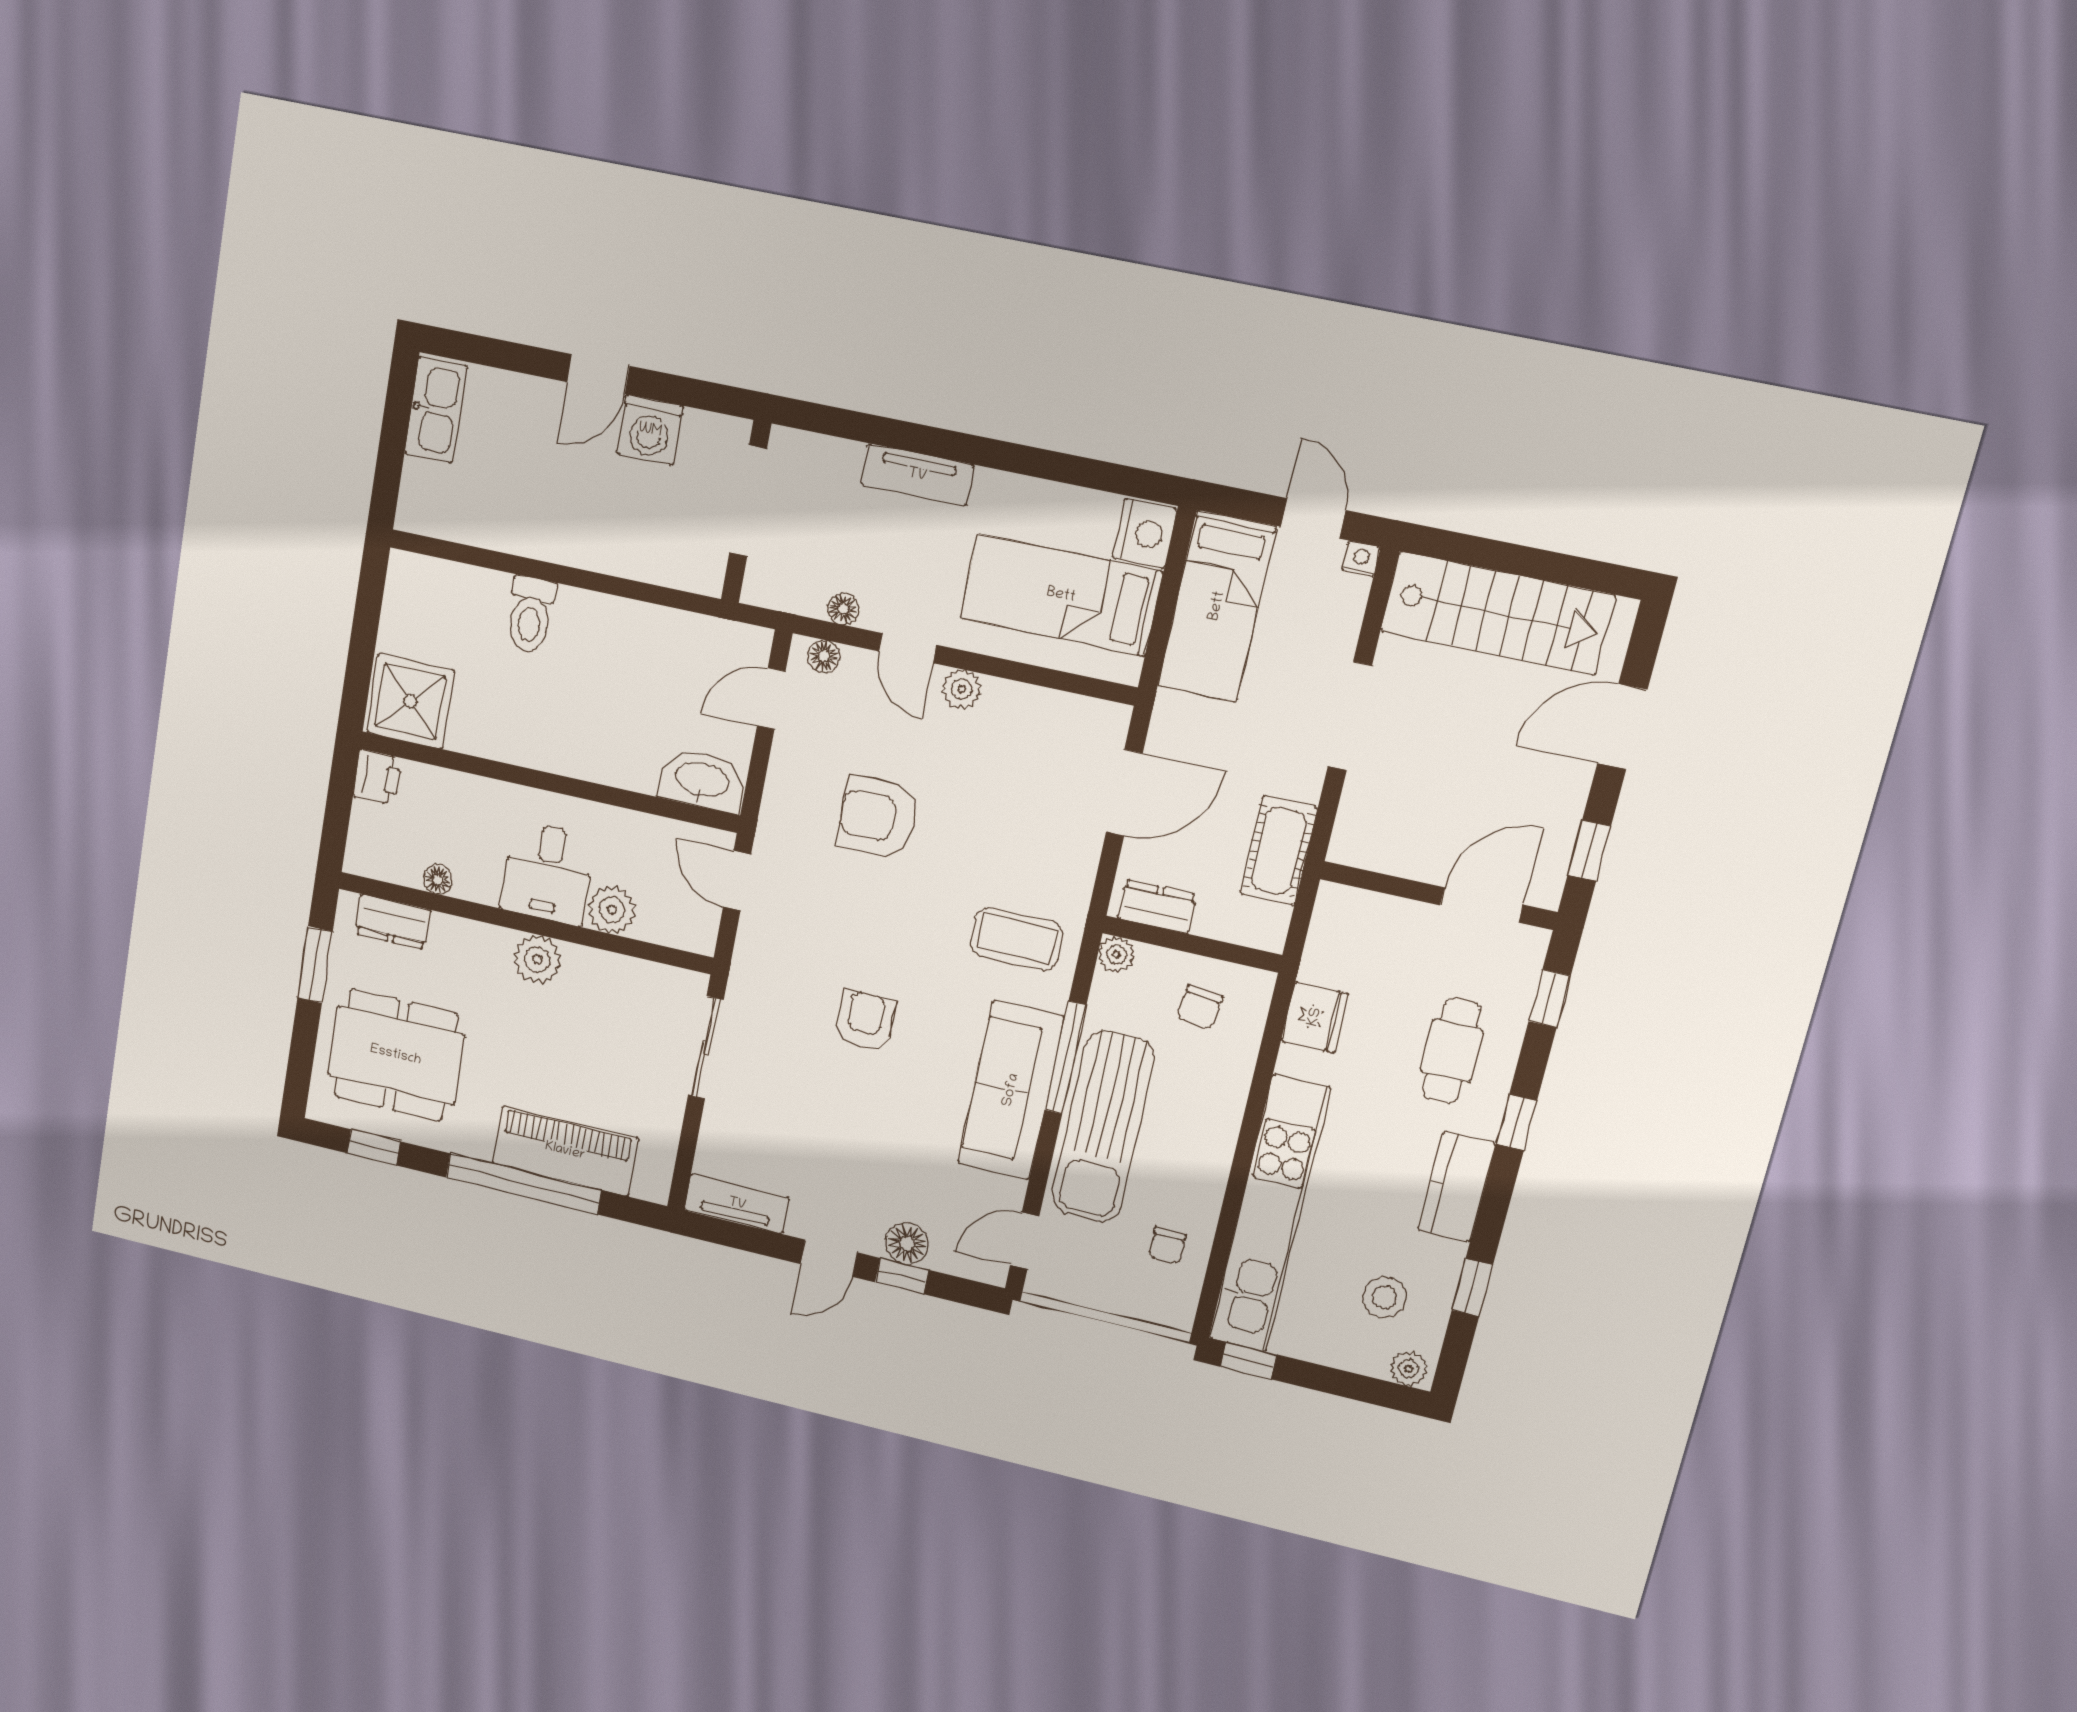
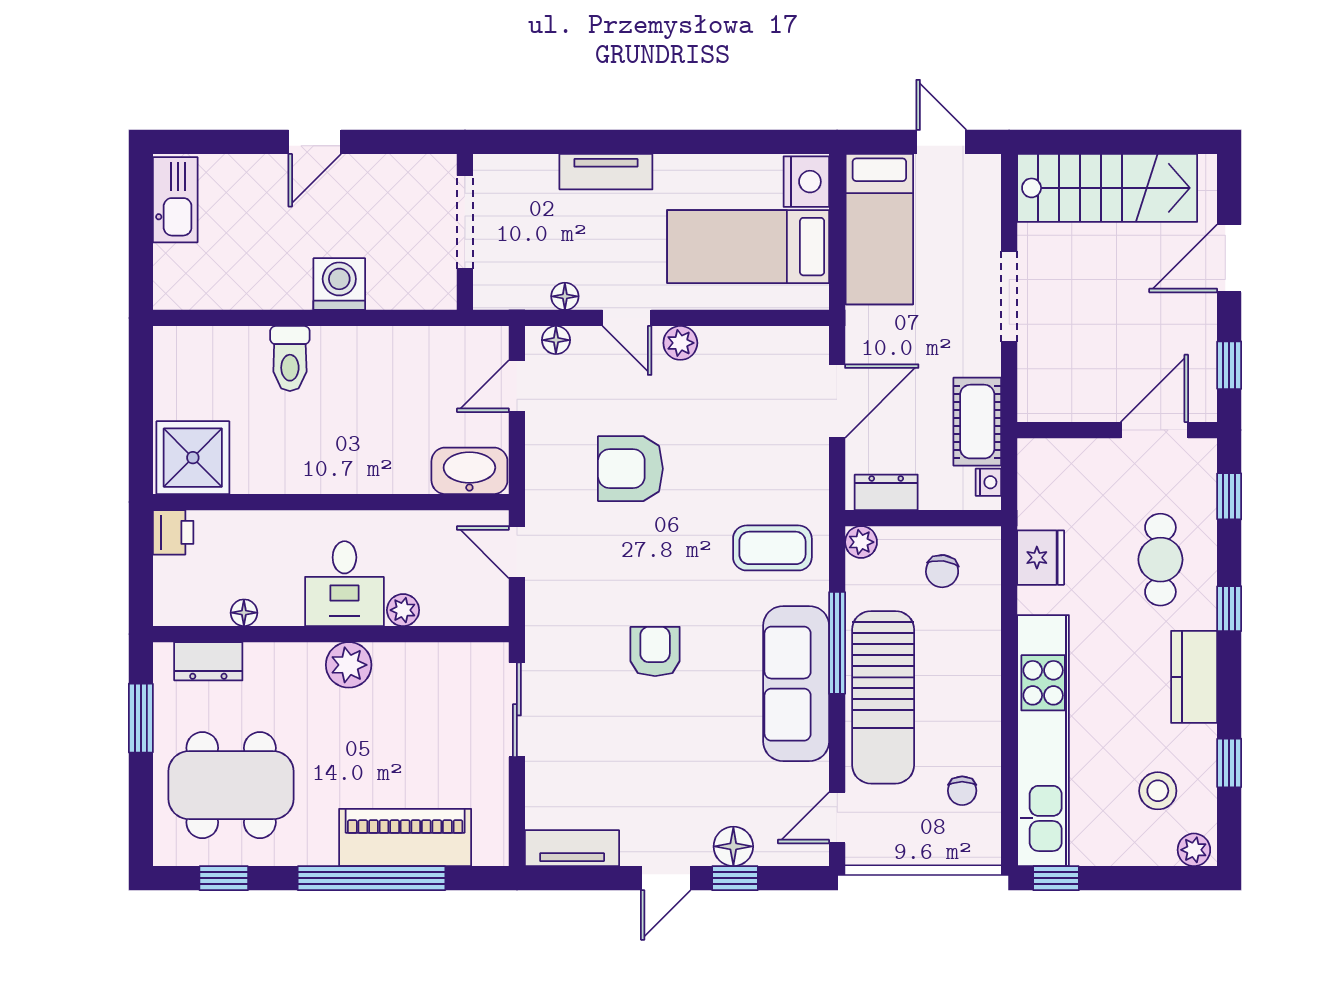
washing machine: (650, 430) -> (339, 284), moved, turned 180
nightstand: (1361, 559) -> (988, 482), moved, turned 90
plant: (612, 910) -> (403, 610), width x0.73, depth x0.73

